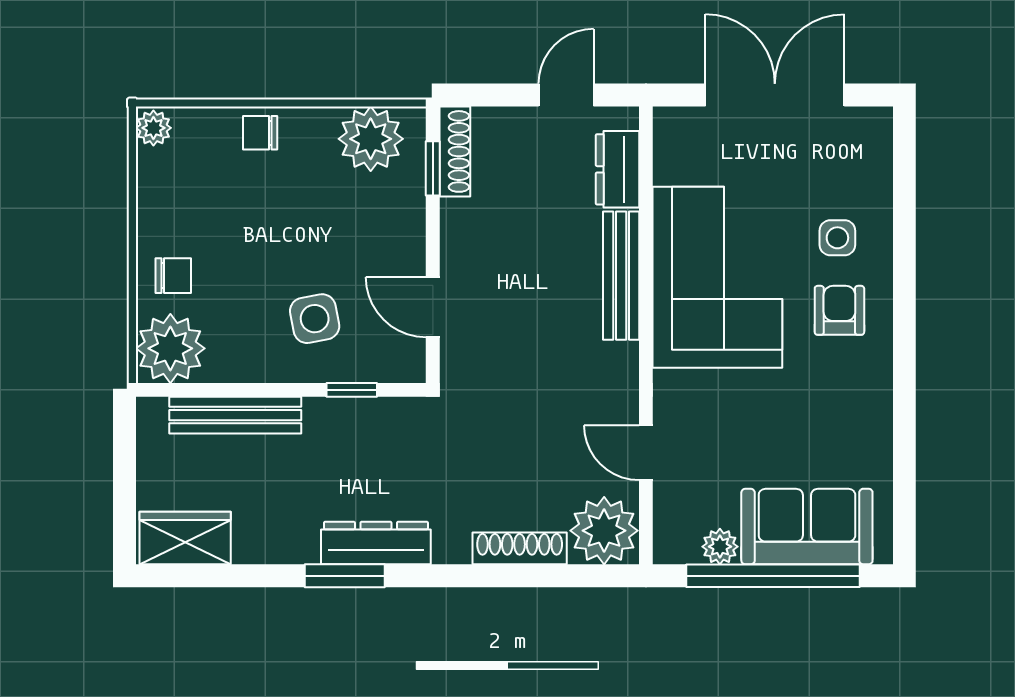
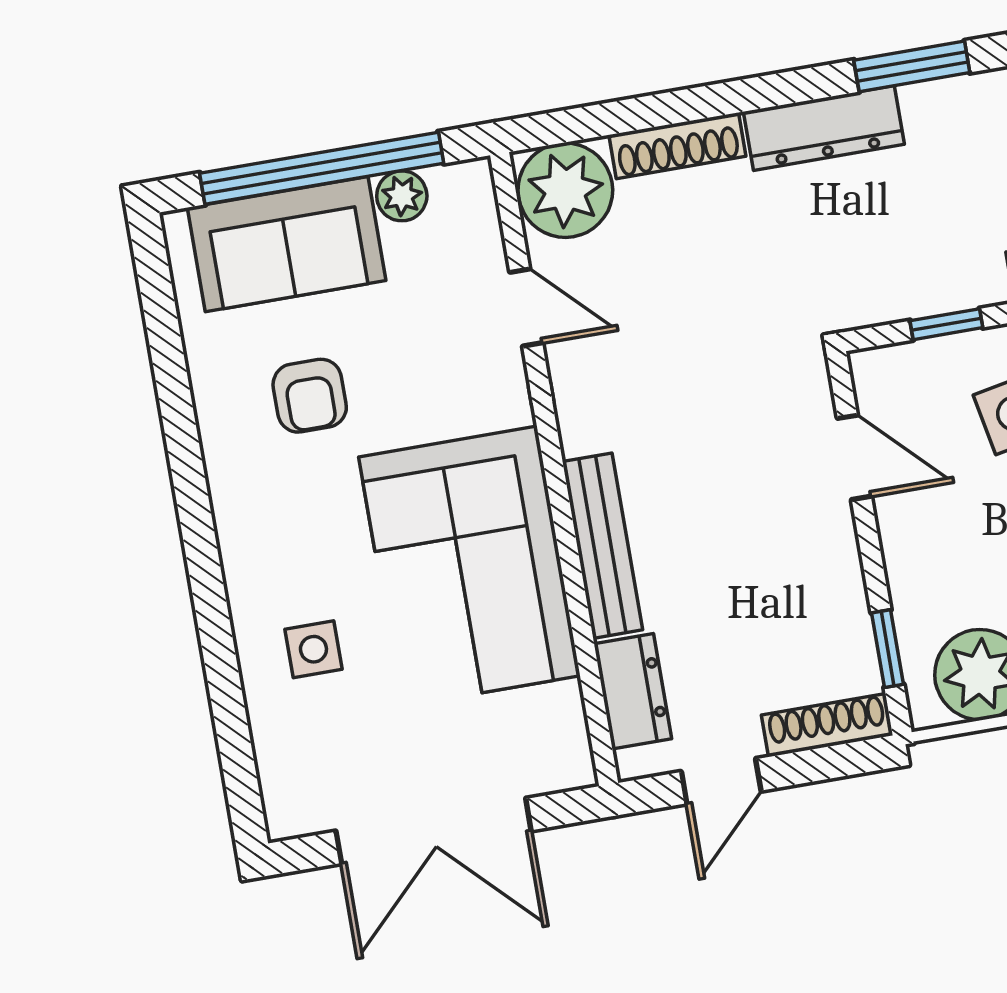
shoe rack: (455, 151) -> (827, 725), moved, turned 90
armchair: (839, 310) -> (310, 396), moved
dresser: (376, 543) -> (824, 128), moved

